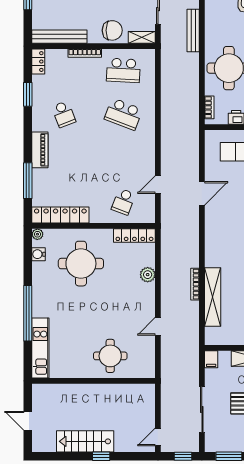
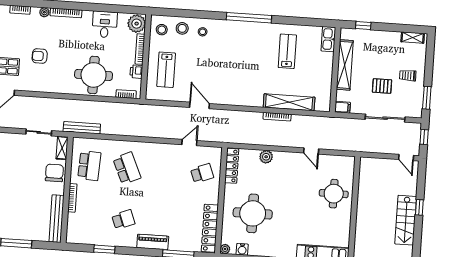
bench: (193, 31) -> (82, 128), moved
locker: (38, 62) -> (77, 238), removed
school desk: (123, 114) -> (127, 168), turned -45
door: (158, 185) -> (189, 143), swing flipped
school desk: (123, 202) -> (202, 173), turned -42

